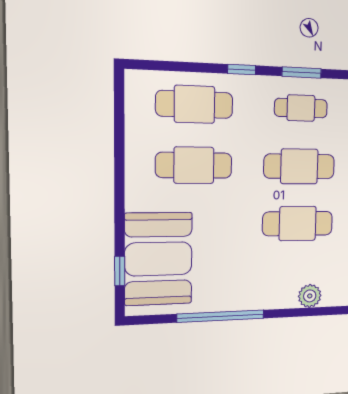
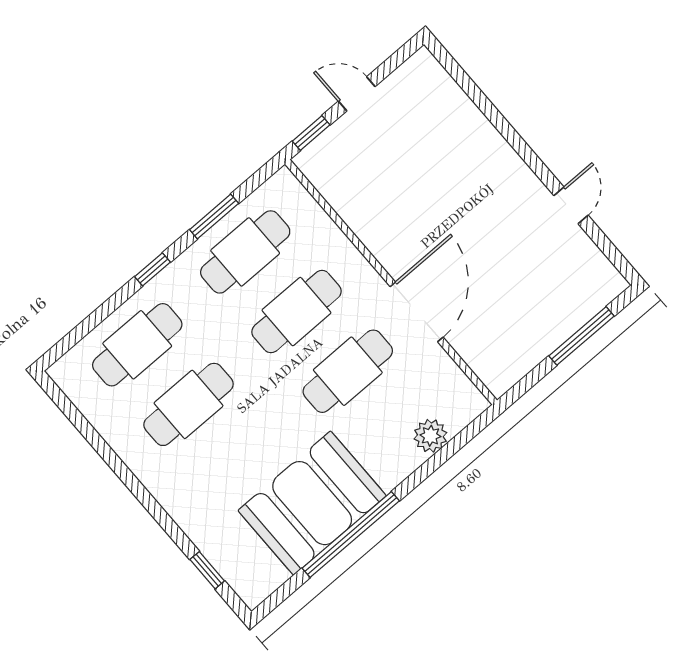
cafe table: (301, 108) -> (245, 252), width x1.37, depth x1.35
booth: (158, 259) -> (312, 503), moved, turned 90

